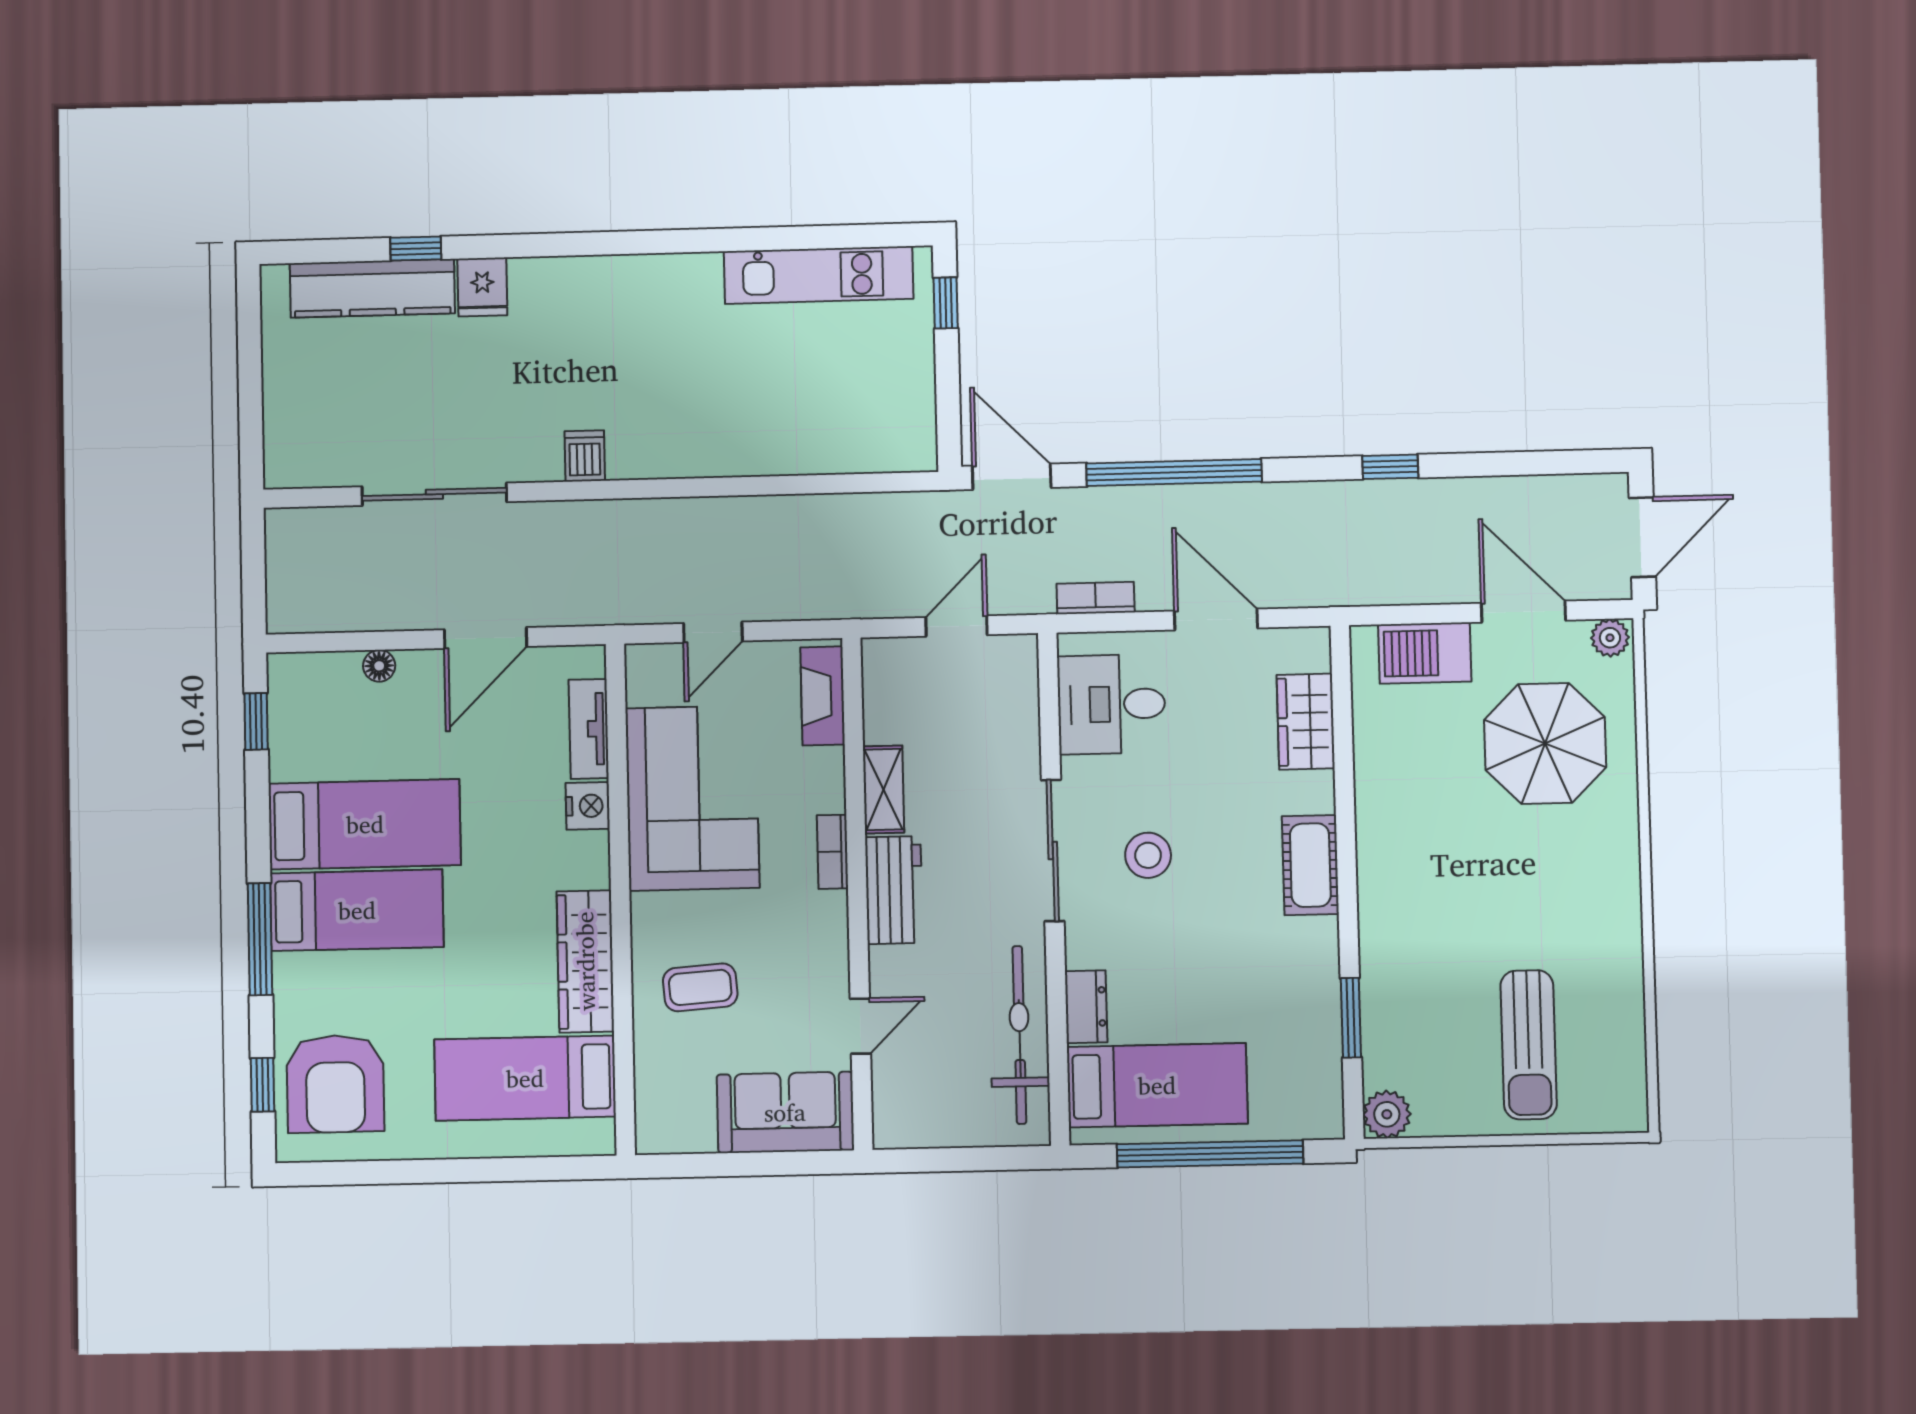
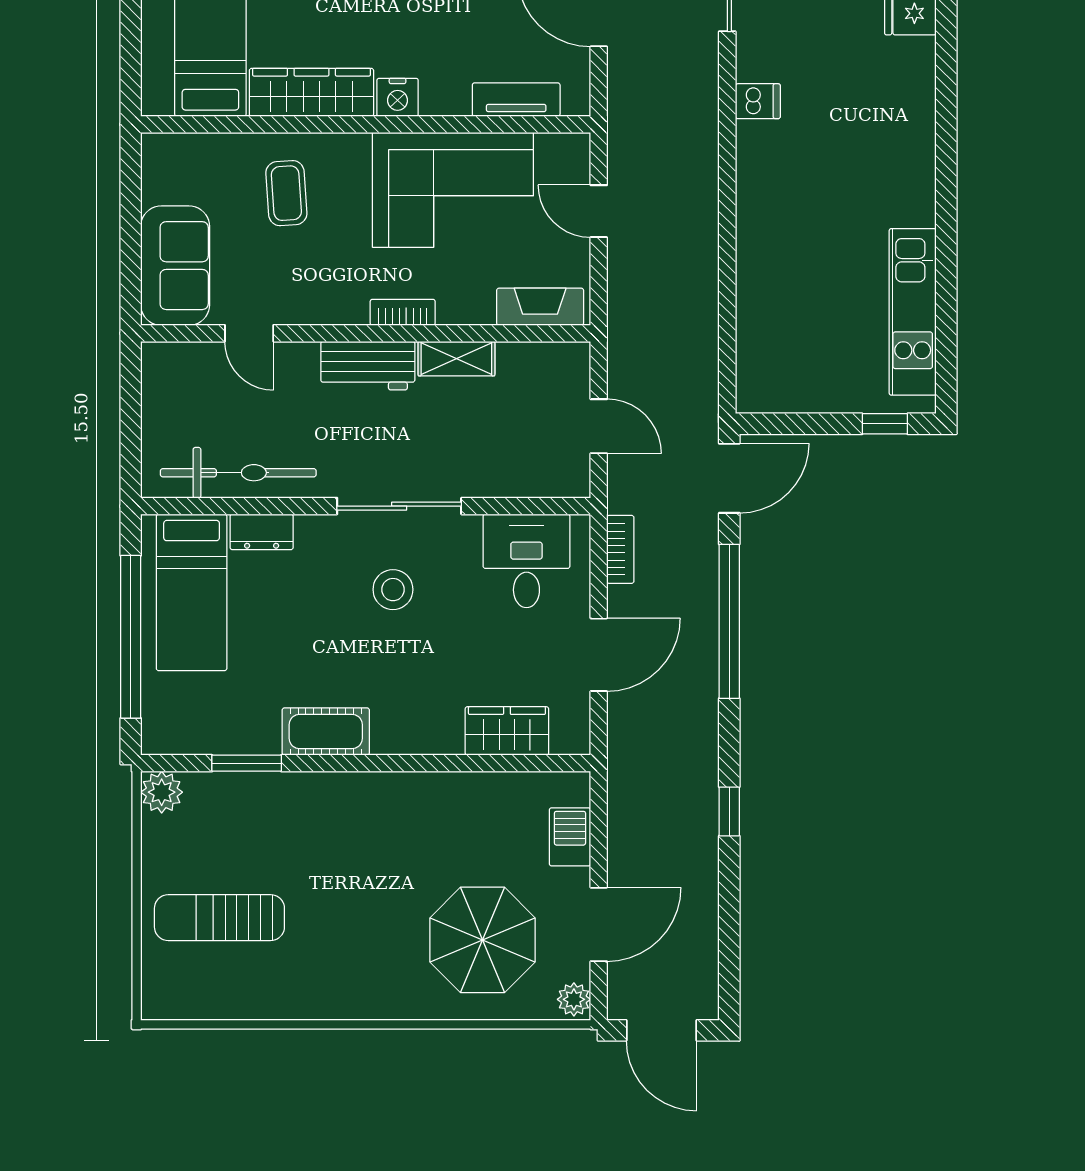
barbecue: (1425, 653) -> (570, 837), width x0.73, depth x0.79
nightstand: (588, 806) -> (398, 97), moved
cot: (1310, 865) -> (326, 732), moved

